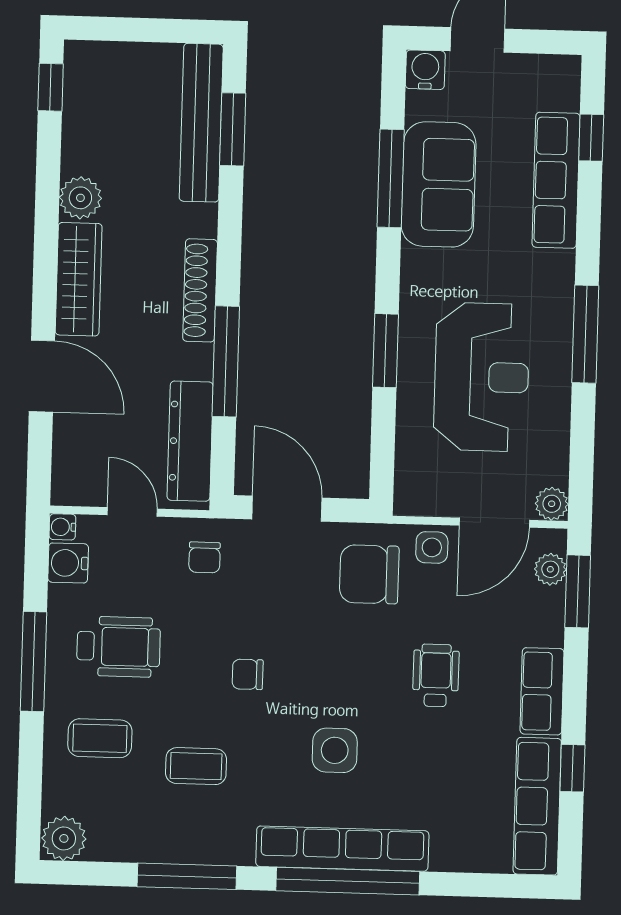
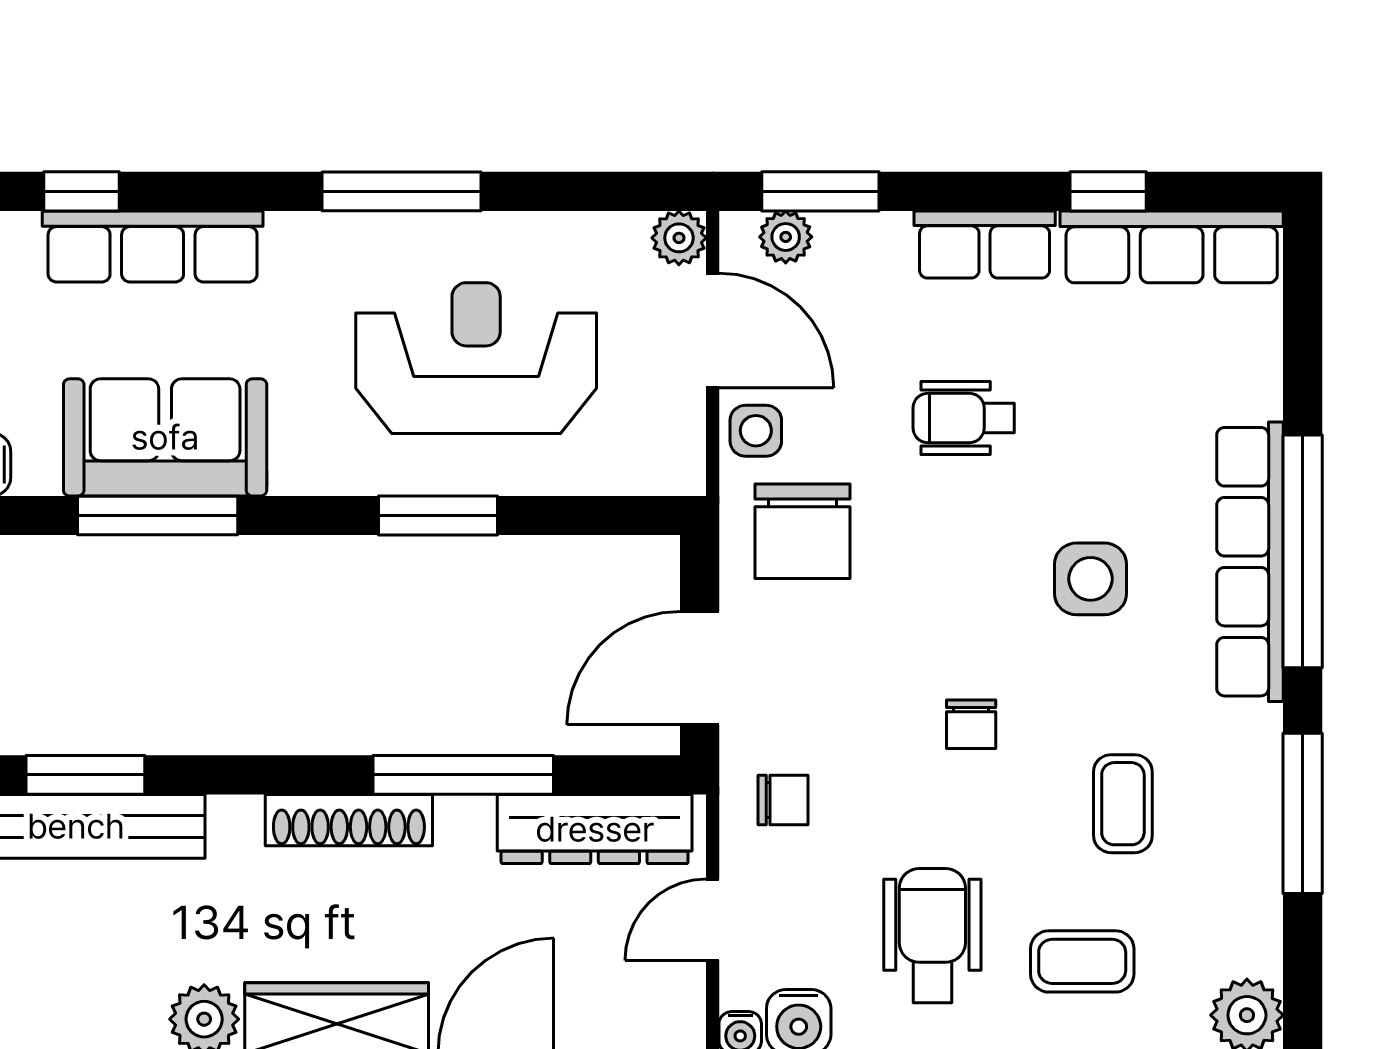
coffee table: (100, 738) -> (1082, 961), turned 90

